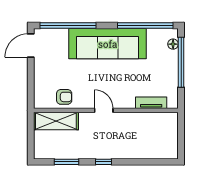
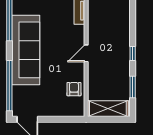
shelving: (56, 121) -> (108, 109), moved, turned 90

